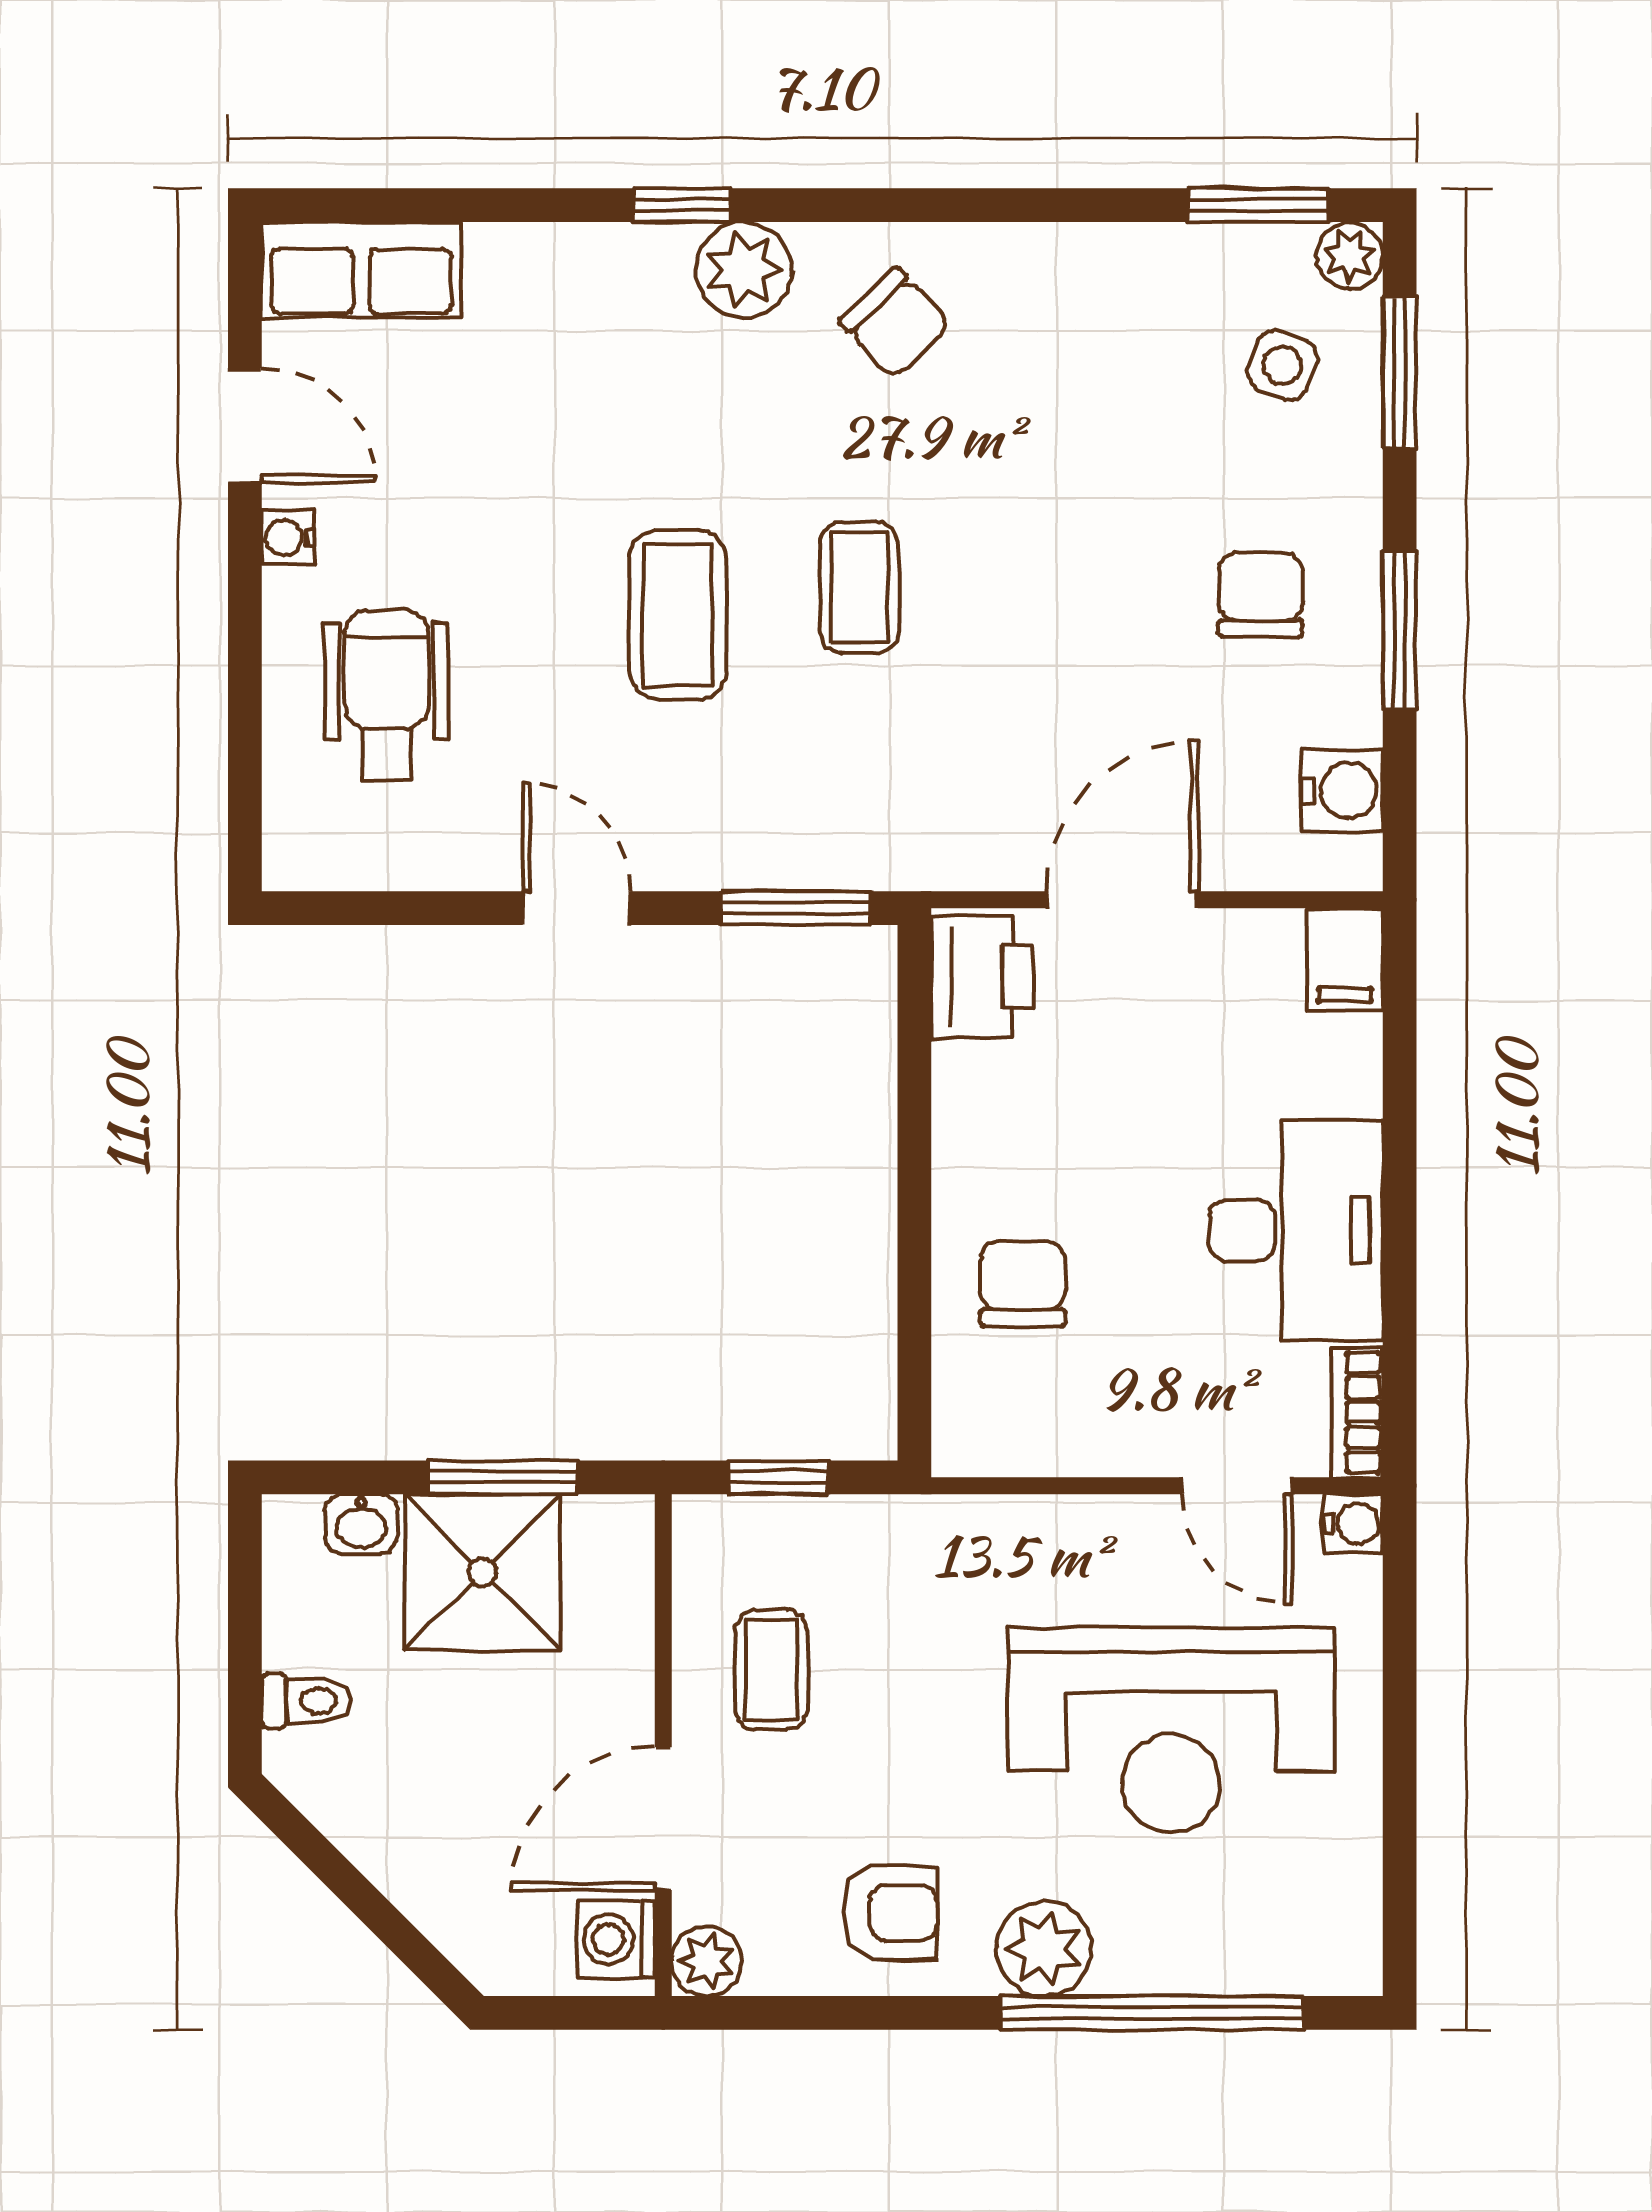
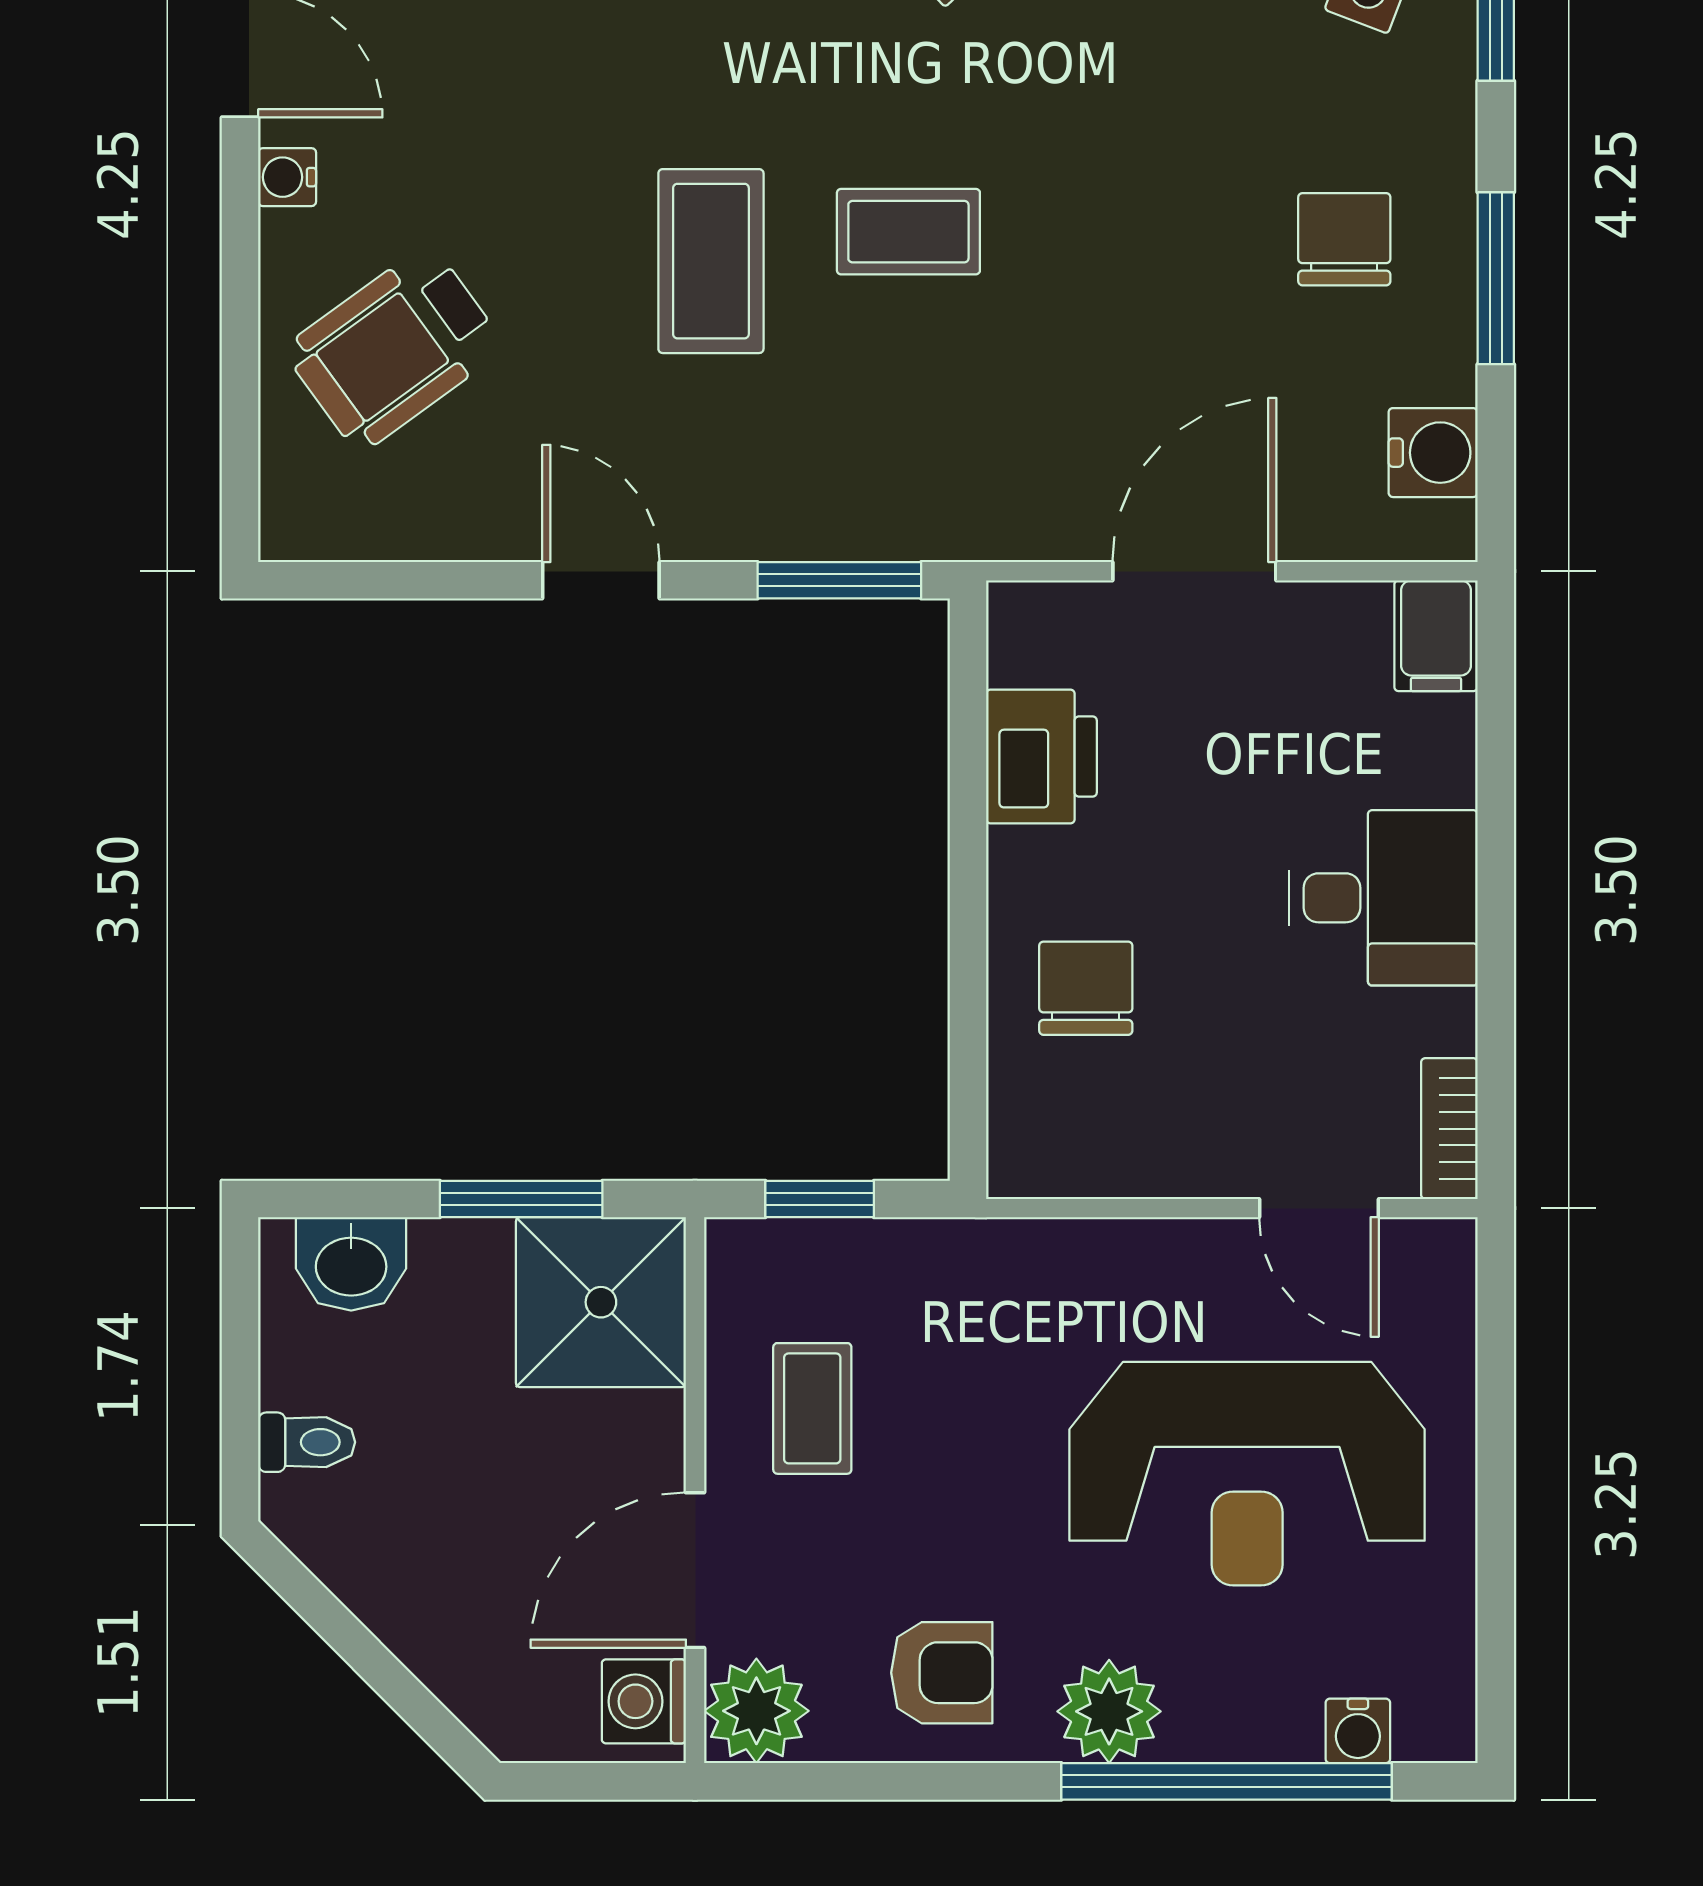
coffee table: (859, 588) -> (908, 232), turned 90
wheelchair: (387, 695) -> (394, 348), turned -126
printer: (982, 977) -> (1041, 756), moved
desk: (1296, 1230) -> (1383, 898), width x0.73
washbasin: (361, 1524) -> (351, 1264), width x1.38, depth x1.45
water cooler: (1353, 1524) -> (1358, 1731), moved, turned 90
shower: (482, 1572) -> (601, 1302), moved
plant: (707, 1961) -> (756, 1711), width x1.38, depth x1.38

